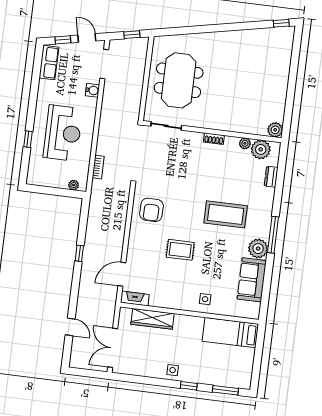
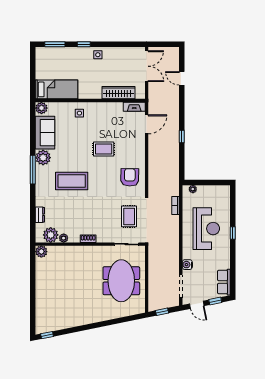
reception desk: (63, 133) -> (206, 229), turned 180
window: (28, 139) -> (233, 233), moved
rug: (159, 161) -> (129, 216), added
plant: (252, 311) -> (41, 108), added

